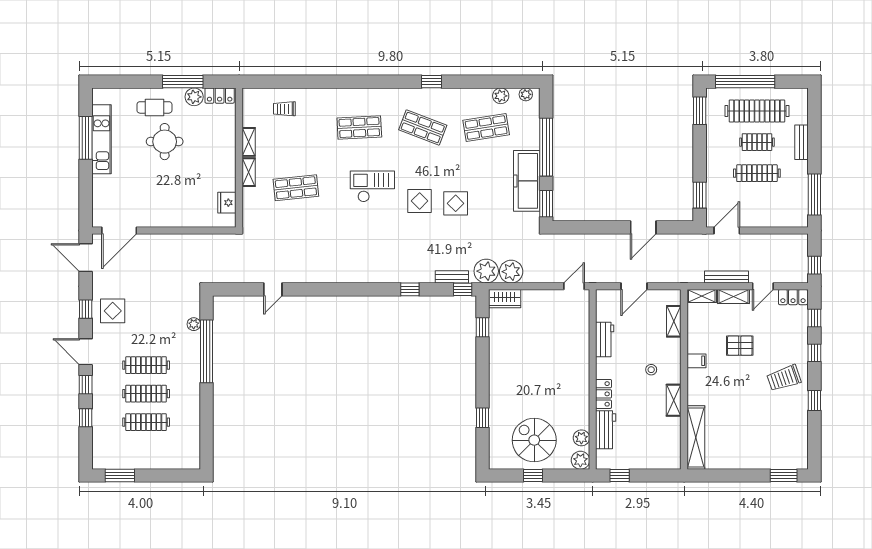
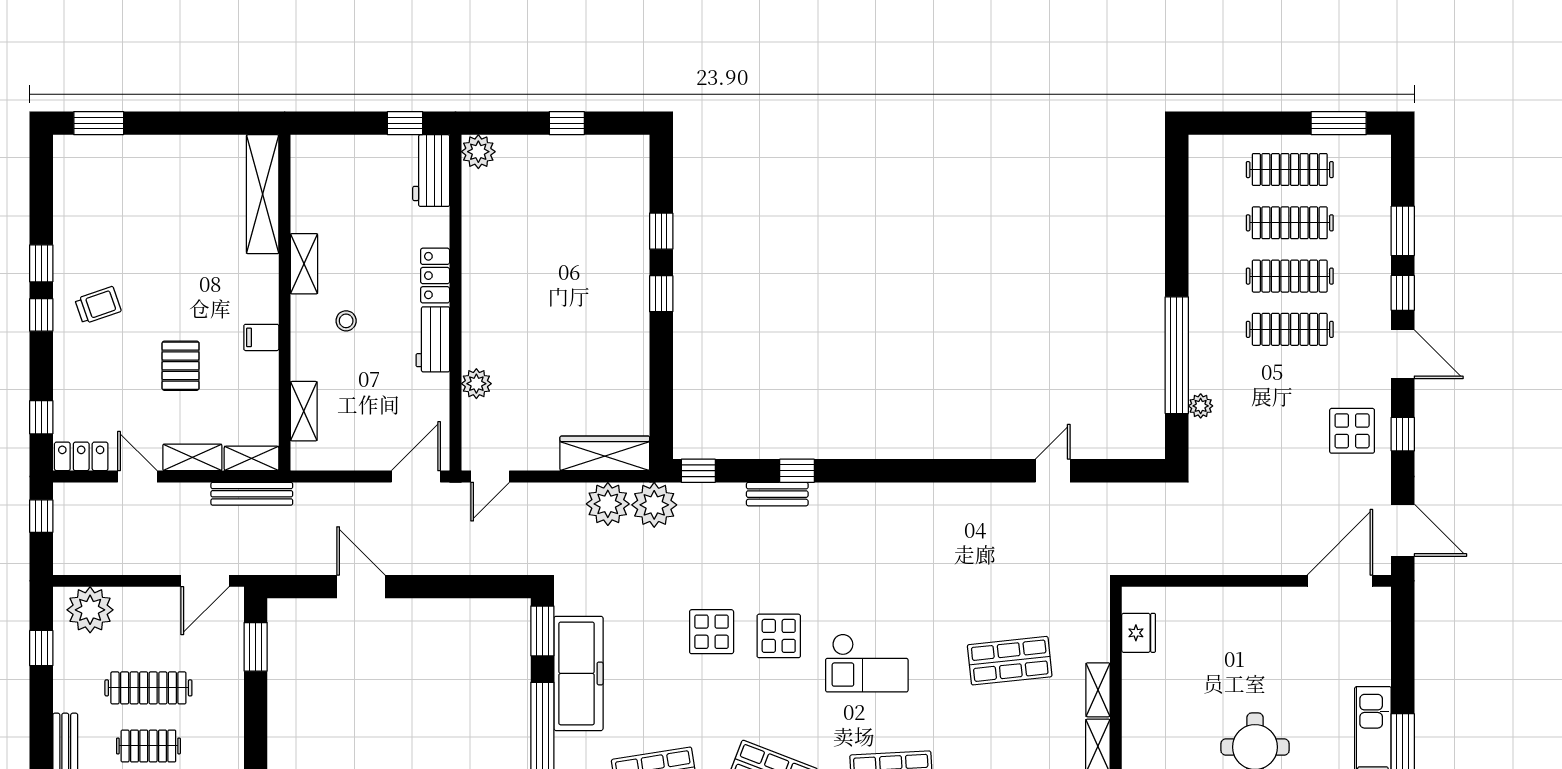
window: (814, 194) -> (41, 648), width x0.46
plant: (788, 215) -> (90, 610), added
door: (643, 227) -> (361, 587), hinge flipped
bench: (452, 277) -> (777, 494), moved
bench: (727, 277) -> (252, 494), moved
door: (634, 286) -> (416, 477), moved
door: (763, 286) -> (137, 477), hinge flipped
wardrobe: (505, 299) -> (605, 453), width x1.50
window: (483, 327) -> (661, 294), moved
workbench: (605, 340) -> (433, 339), moved
pallet: (740, 346) -> (181, 366), turned 90
window: (814, 353) -> (41, 315), moved
trolley: (784, 378) -> (98, 305), width x0.73, depth x0.72
window: (86, 418) -> (1403, 231), width x1.50
workbench: (606, 430) -> (431, 171), moved
plant: (581, 438) -> (476, 384), moved
spiral stairs: (534, 440) -> (565, 189), removed
clothes rail: (146, 451) -> (1290, 170), added

